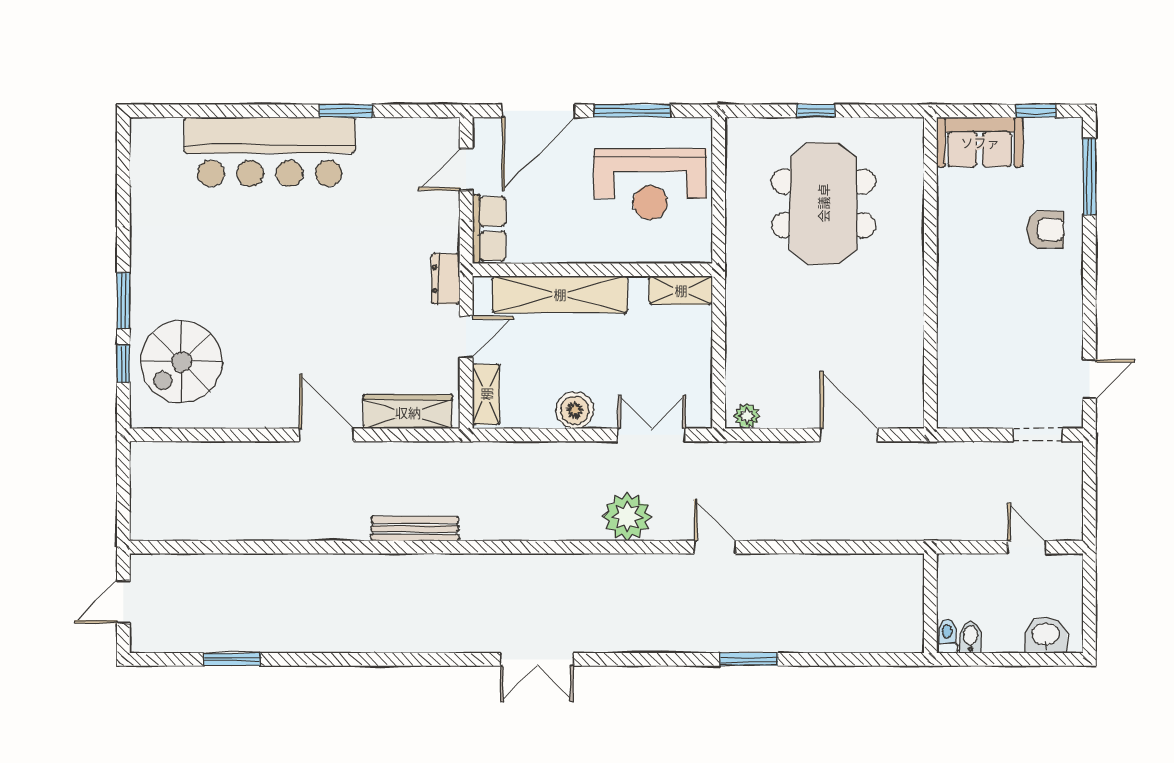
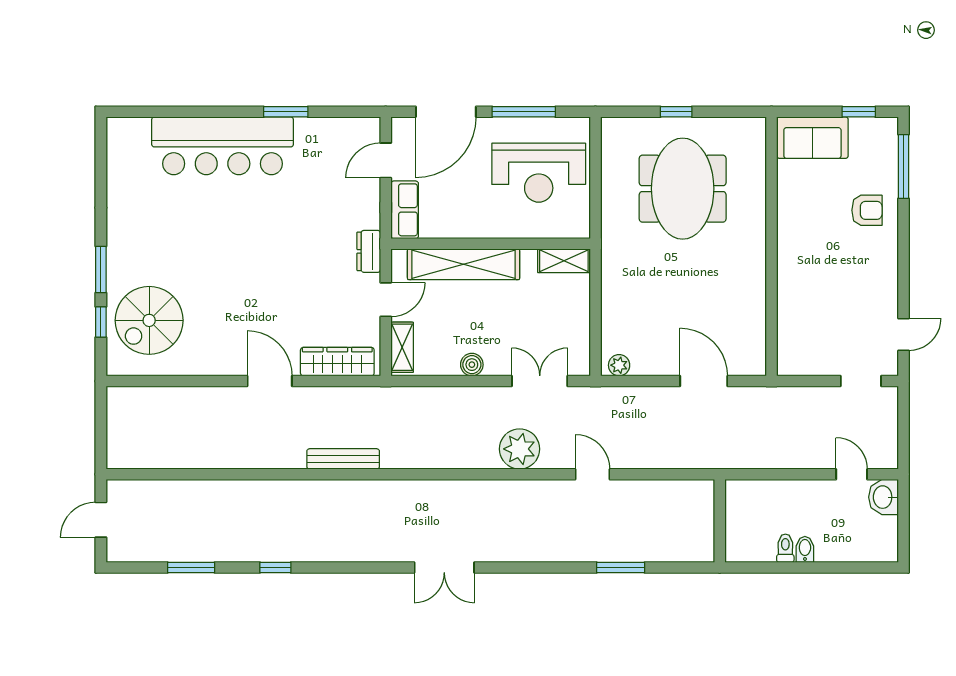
boiler: (575, 410) -> (472, 365), width x0.73, depth x0.73
wall: (930, 603) -> (720, 521), moved
washbasin: (1046, 635) -> (883, 497), moved, turned -90
window: (333, 659) -> (275, 567), added

